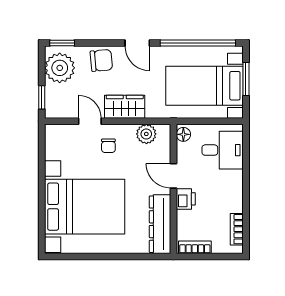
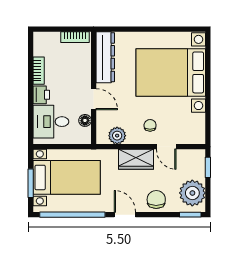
chair: (101, 60) -> (156, 200), turned 95
floor lamp: (183, 134) -> (85, 120), moved
printer: (186, 199) -> (41, 95), moved, turned 180
bookcase: (237, 229) -> (39, 71), moved

